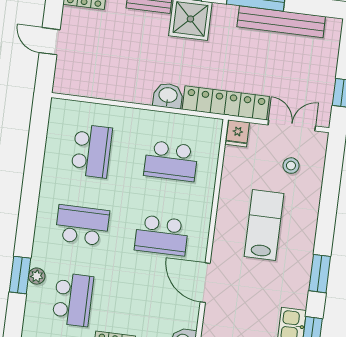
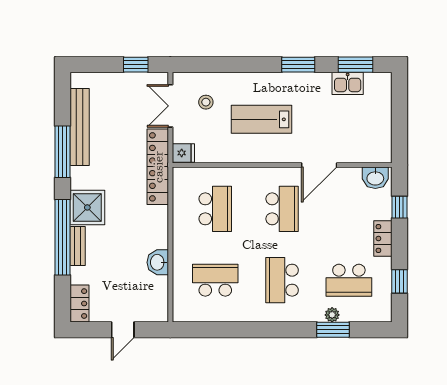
washbasin: (168, 96) -> (158, 262), moved
school desk: (73, 300) -> (349, 280), turned 180

